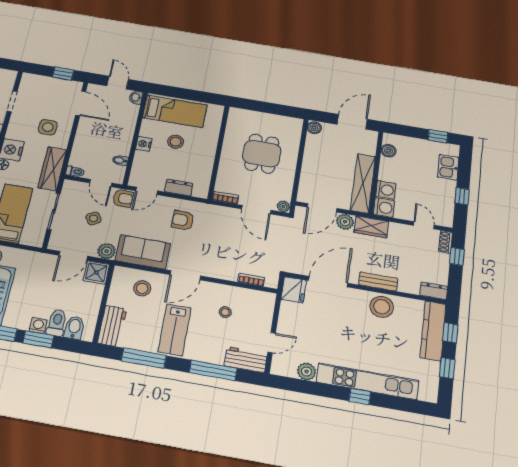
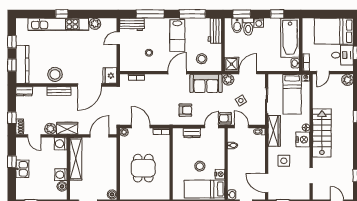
nightstand: (144, 144) -> (220, 174), moved
kitchen sink: (448, 167) -> (22, 169), moved
washing machine: (386, 190) -> (61, 175), moved
plant: (345, 222) -> (50, 129), moved
lab bench: (175, 330) -> (177, 35), turned 180
window: (38, 339) -> (242, 14), moved

